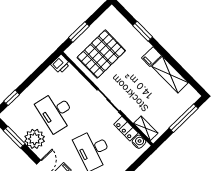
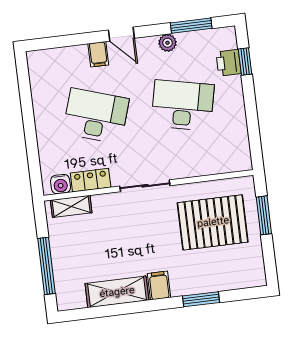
pallet: (101, 54) -> (213, 222), turned 90
printer: (60, 64) -> (229, 63), moved
plant: (35, 139) -> (167, 43), width x0.53, depth x0.53

